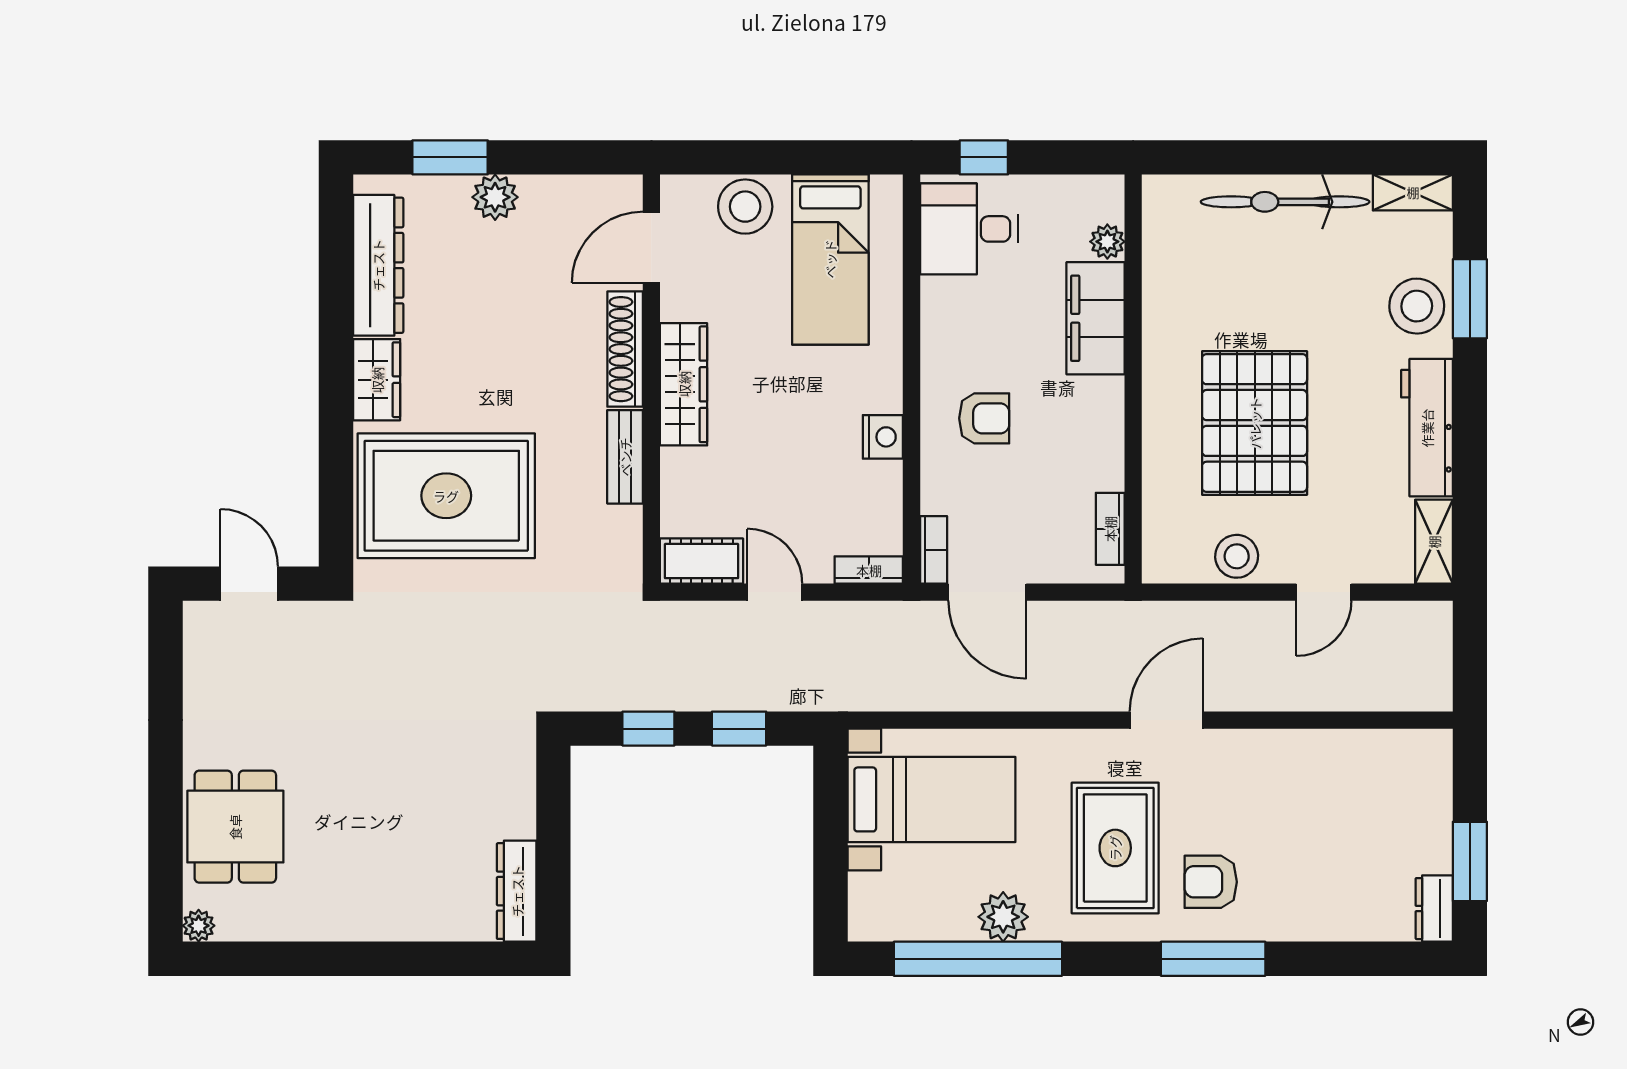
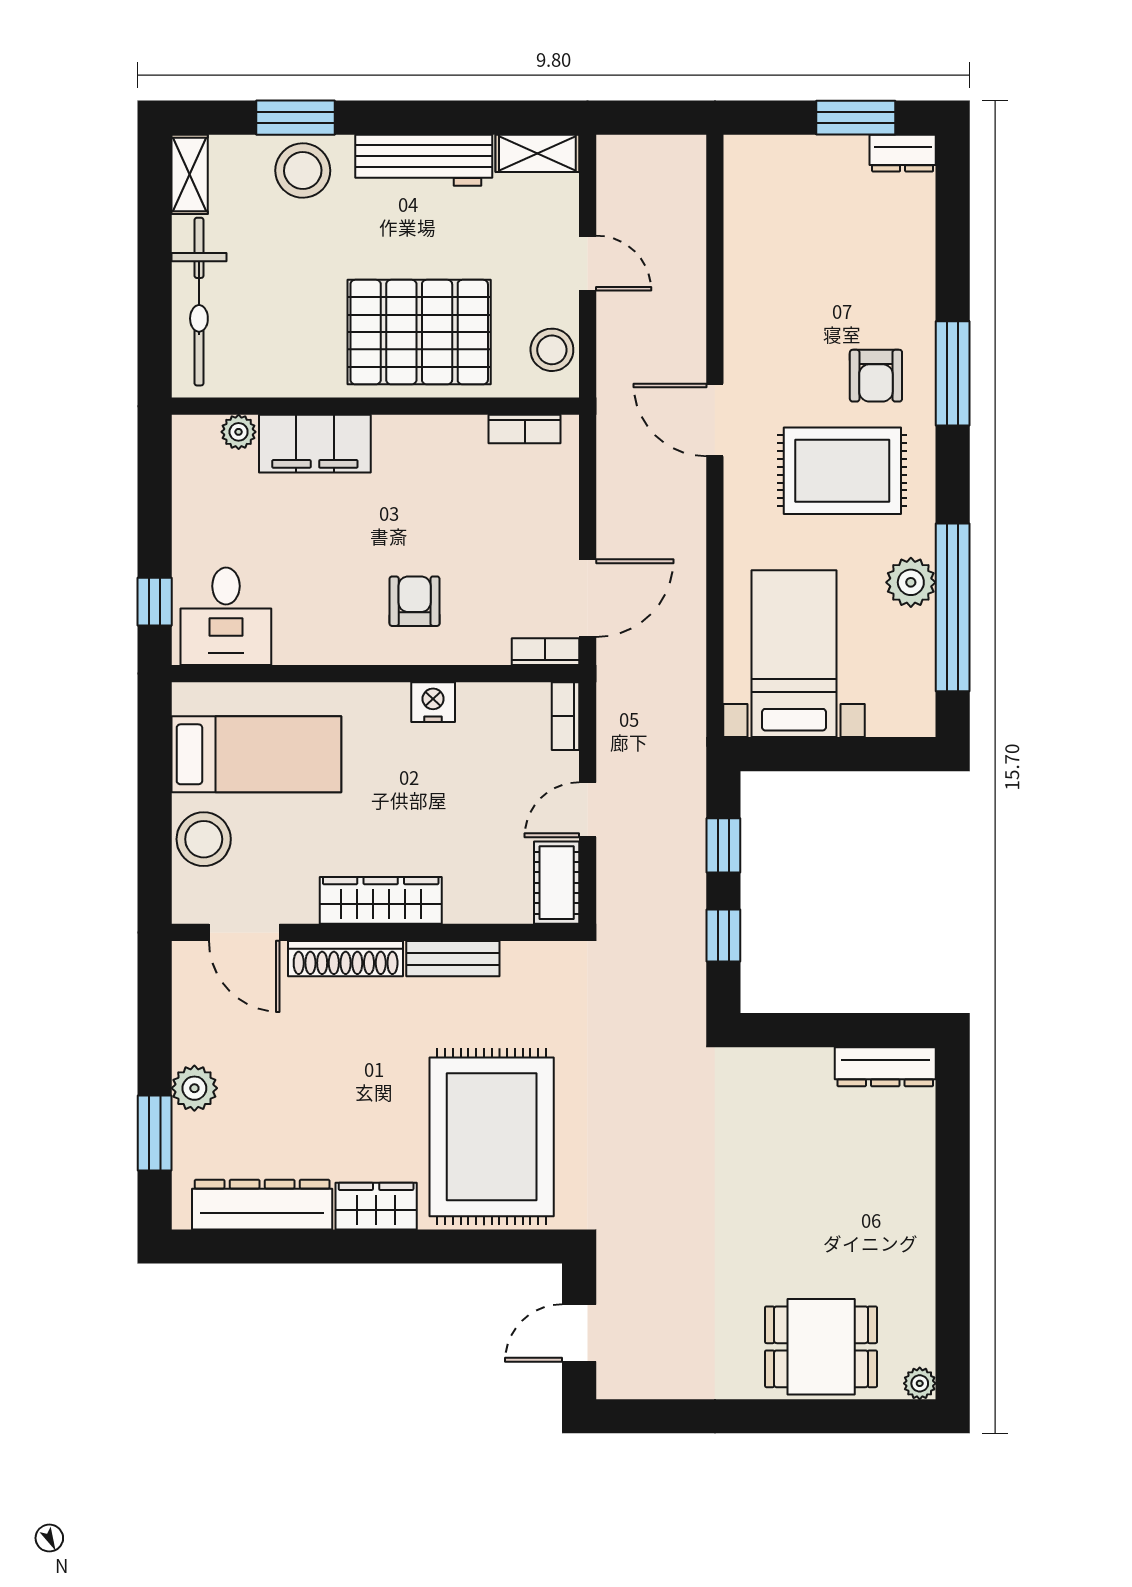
plant: (1107, 242) -> (239, 432), moved
filing cabinet: (1096, 318) -> (315, 444), moved
wall: (1133, 379) -> (375, 406), moved
bookcase: (1110, 529) -> (525, 429), moved

